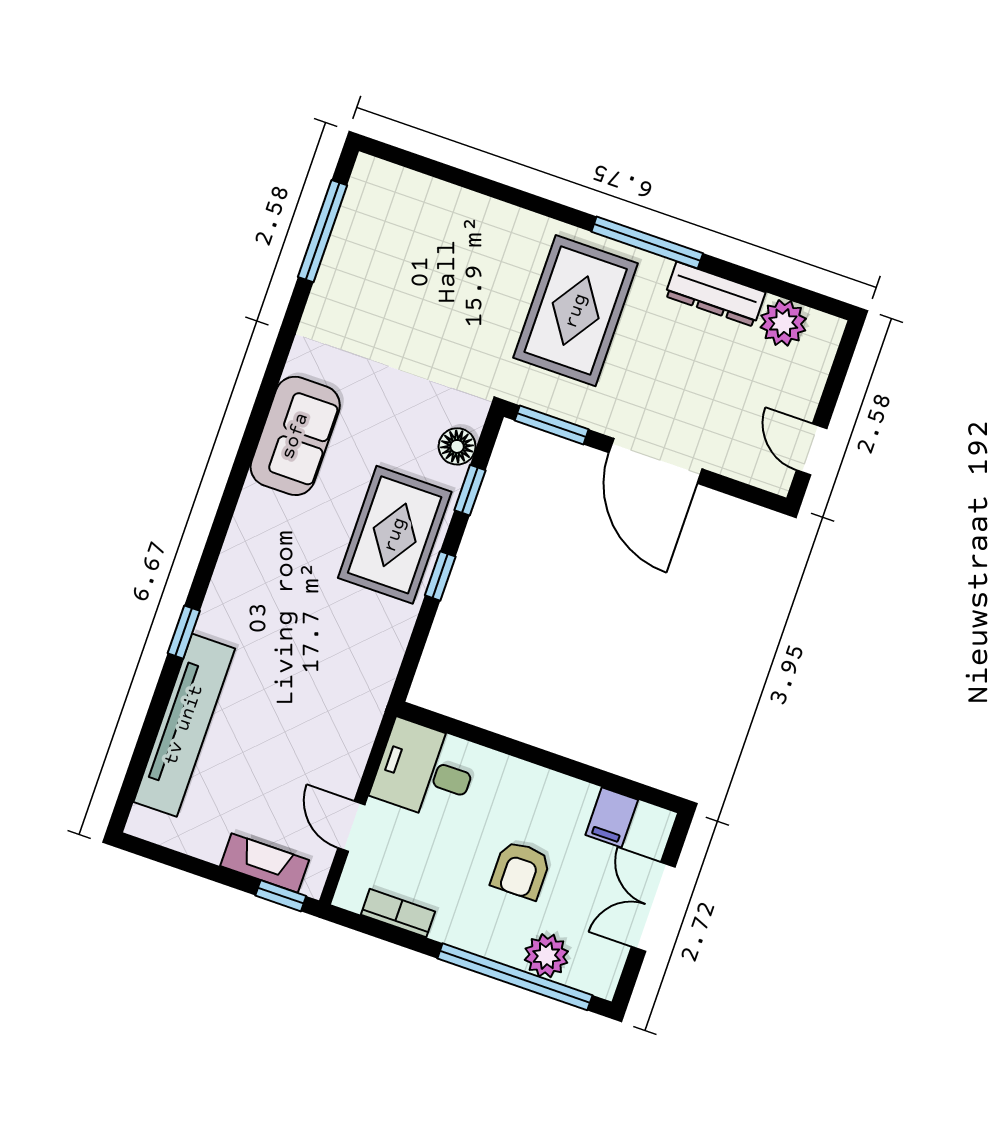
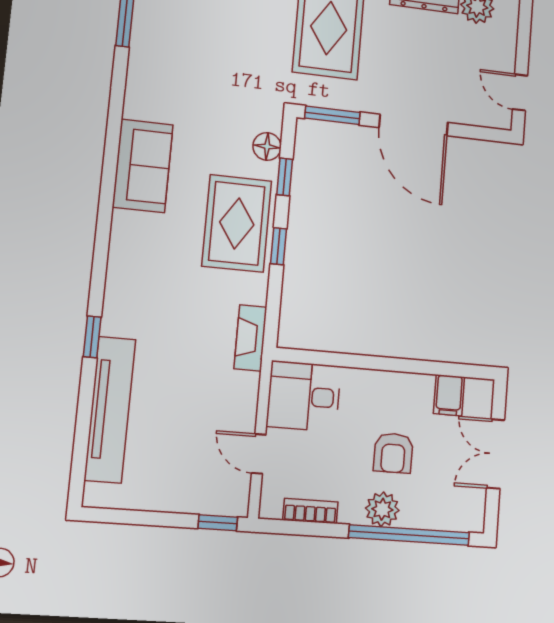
fireplace: (265, 863) -> (250, 338), moved, turned -90
plant: (546, 956) -> (382, 509), moved

